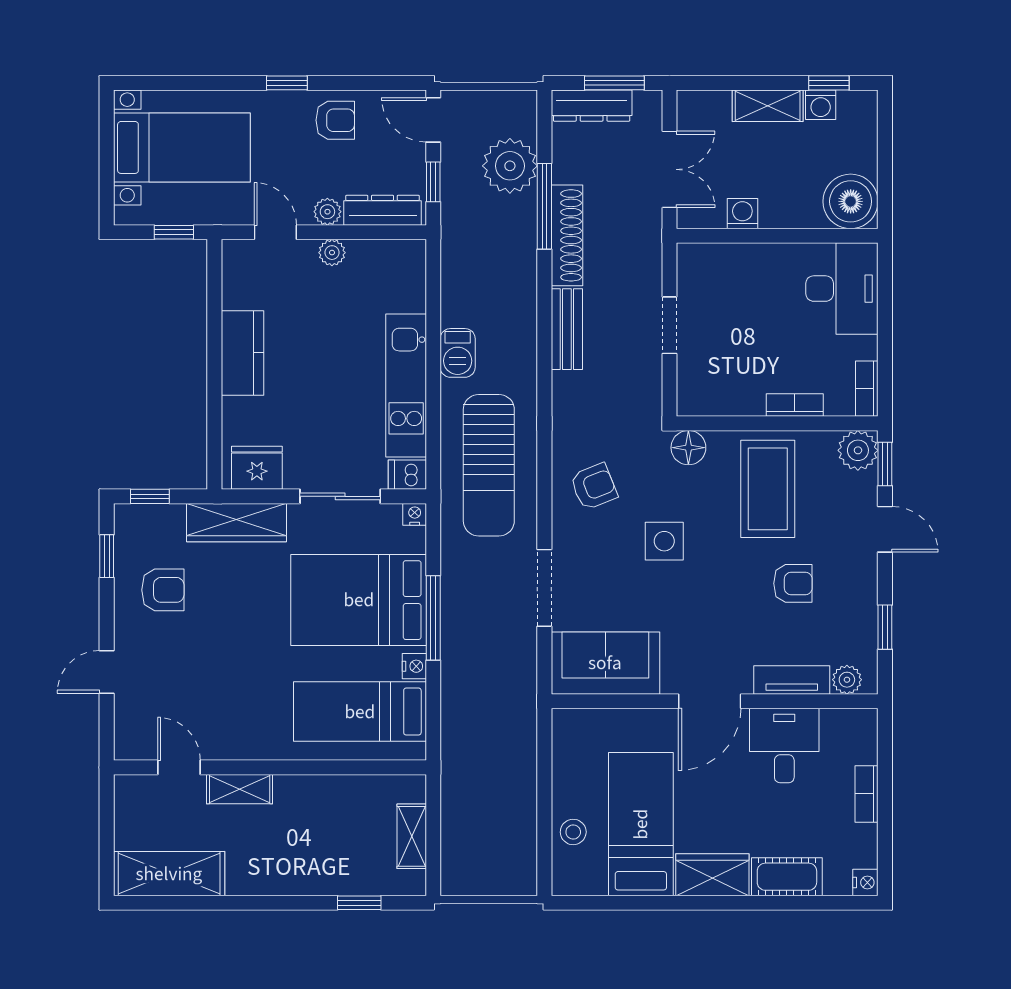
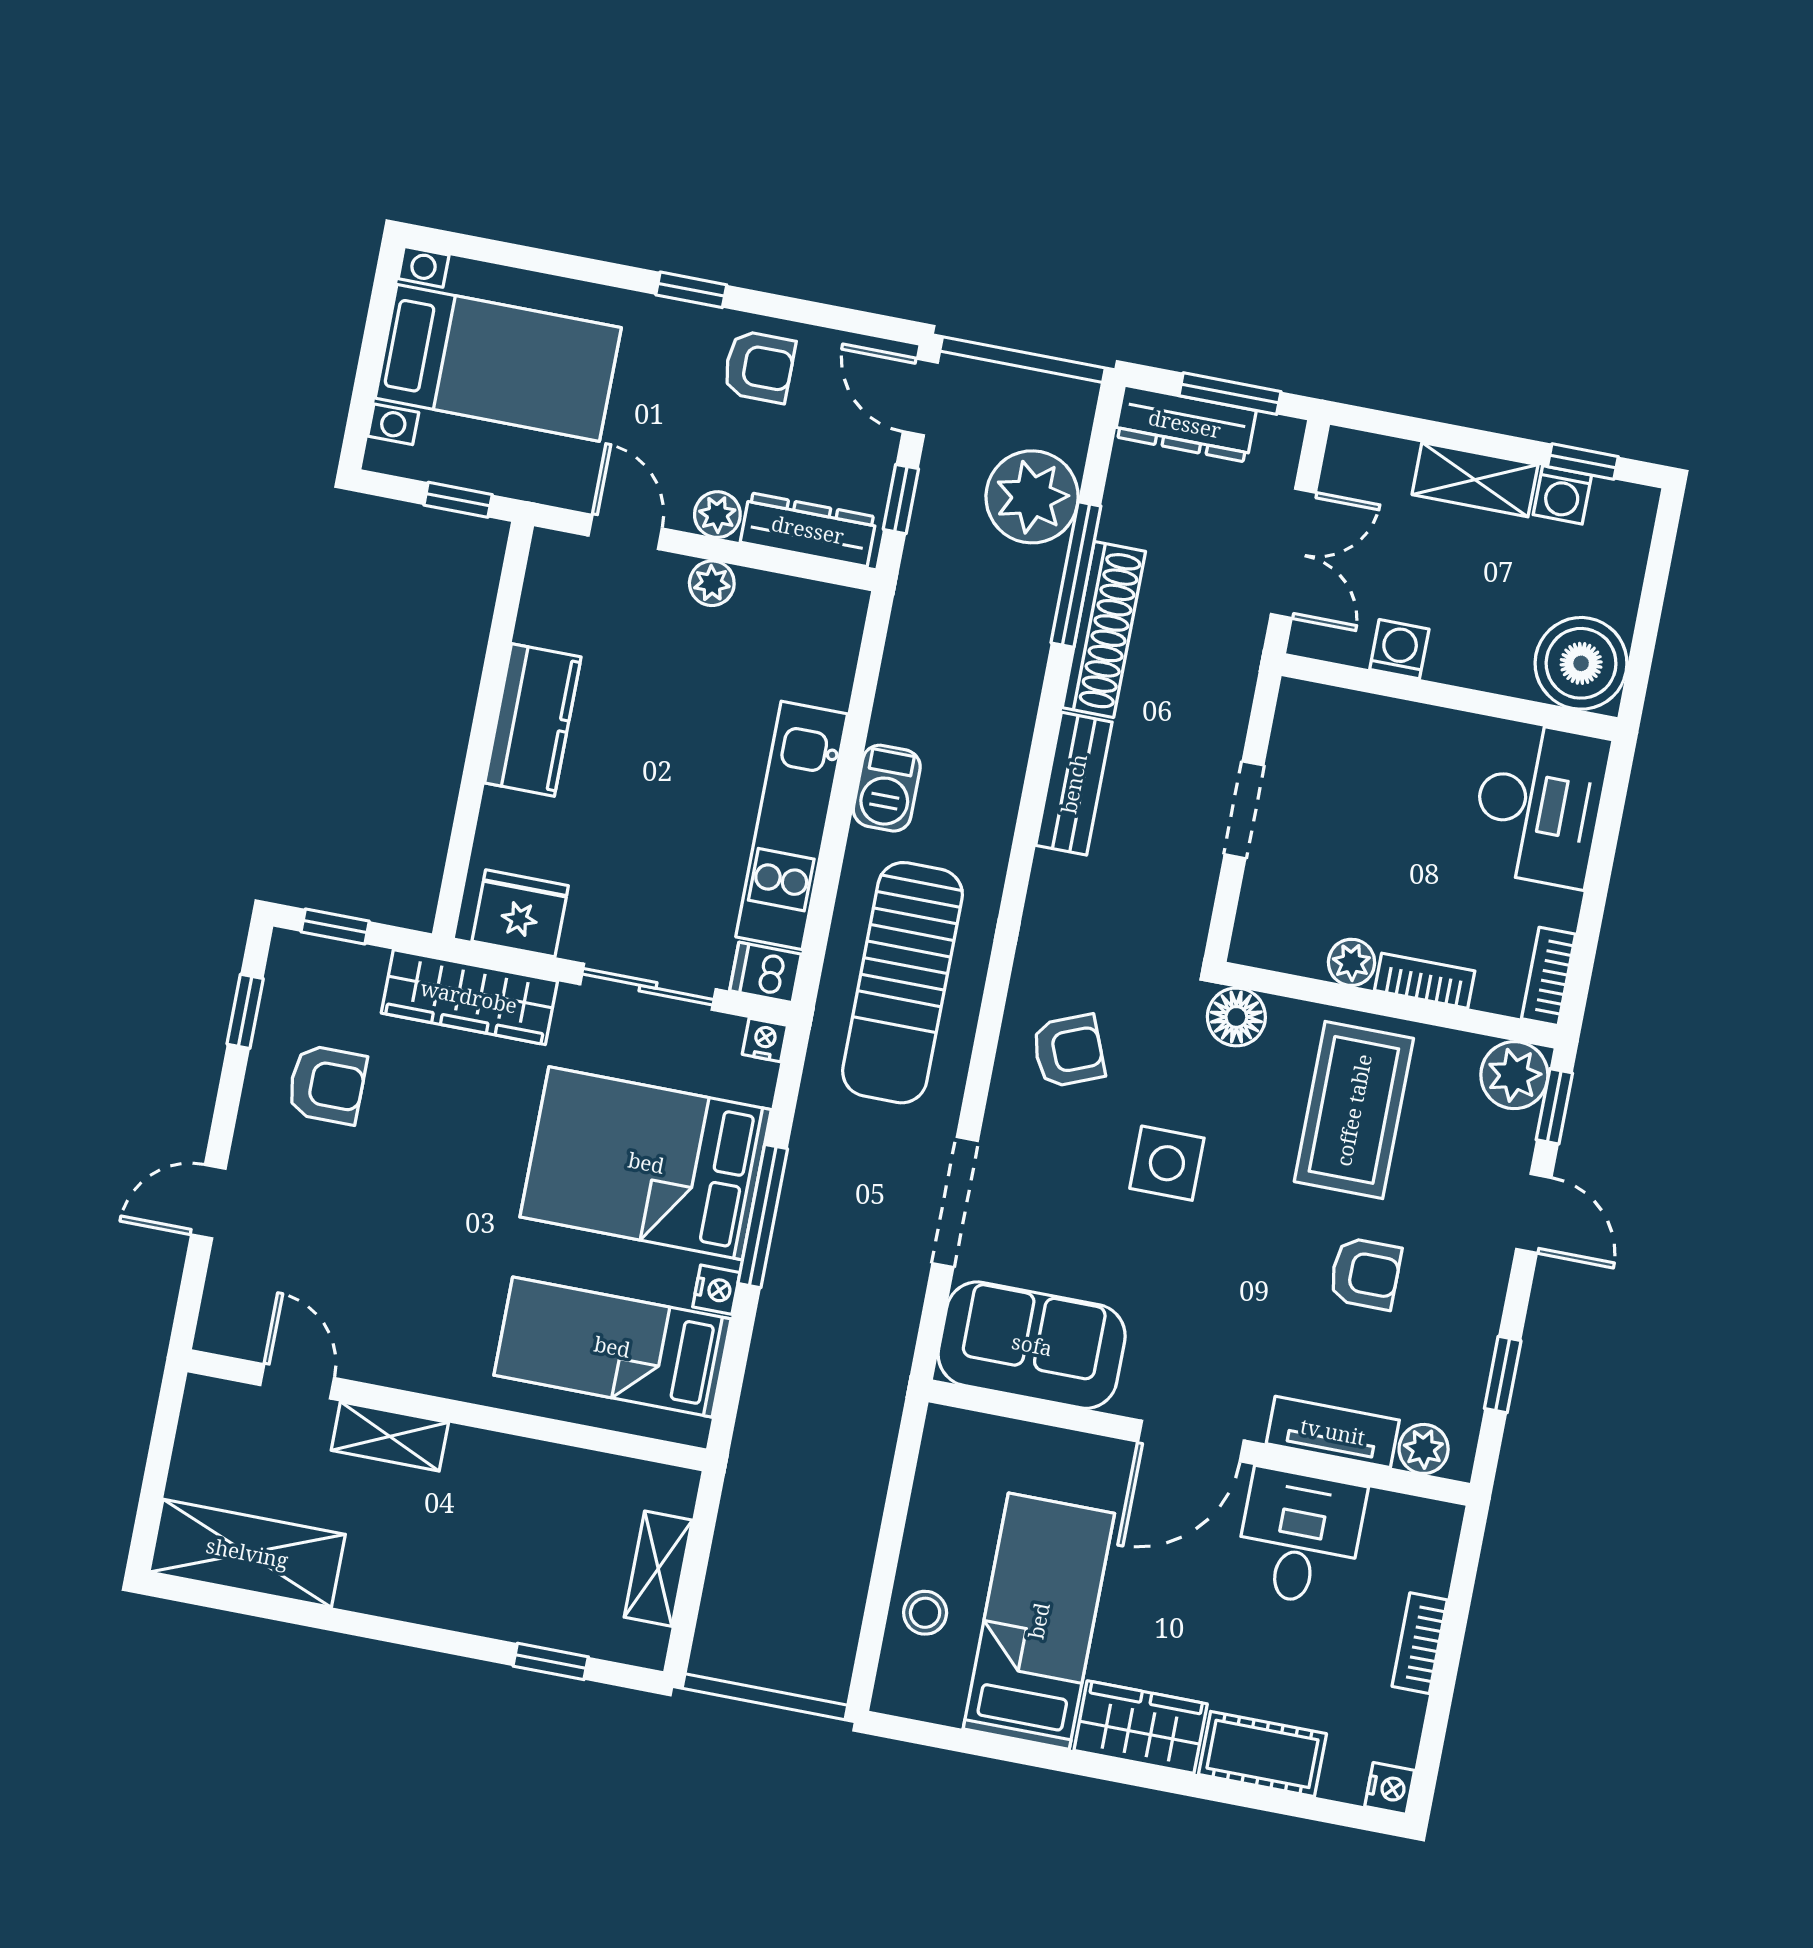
plant: (750, 403) -> (1352, 962), added

